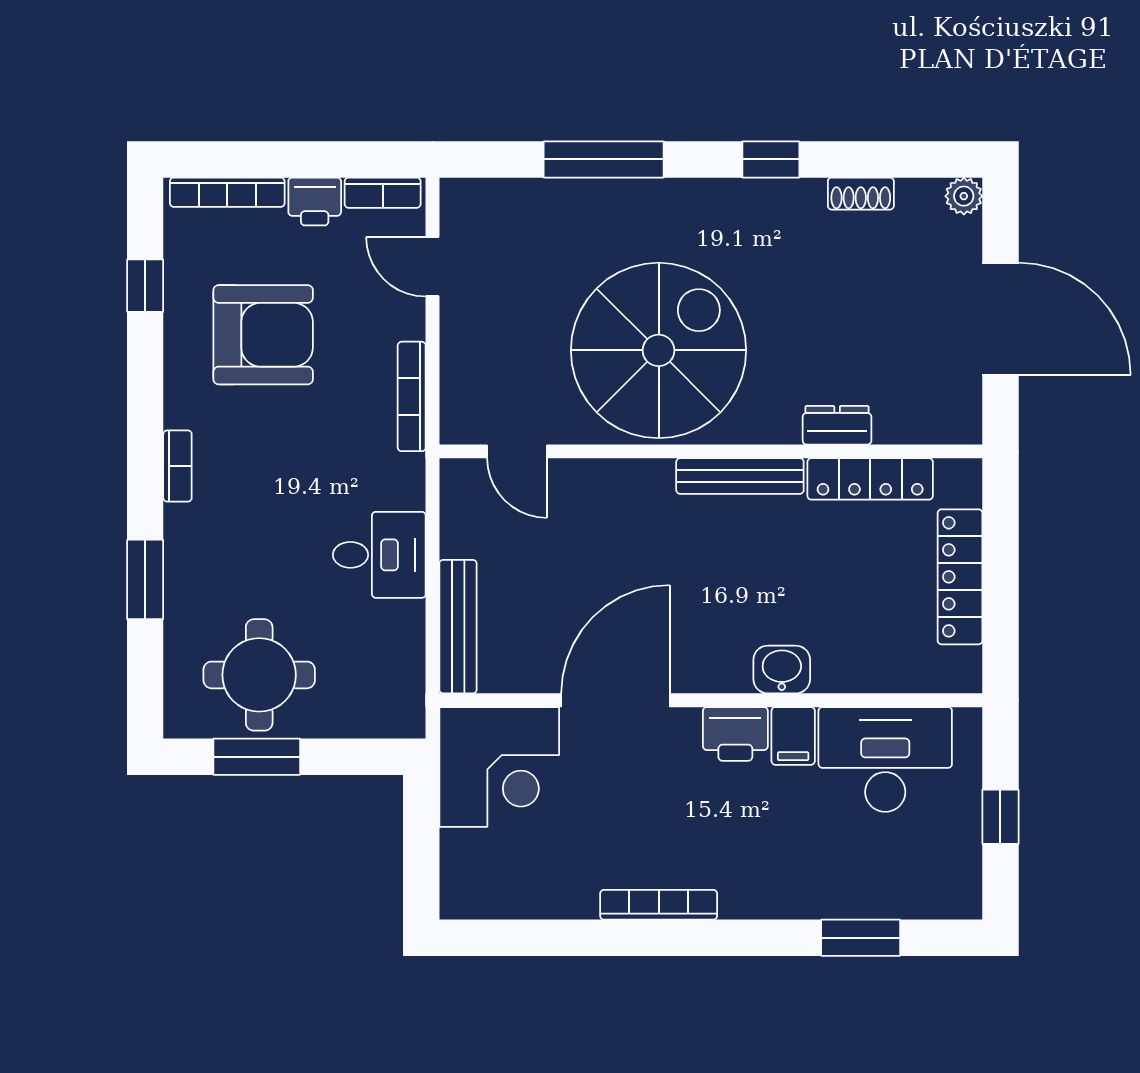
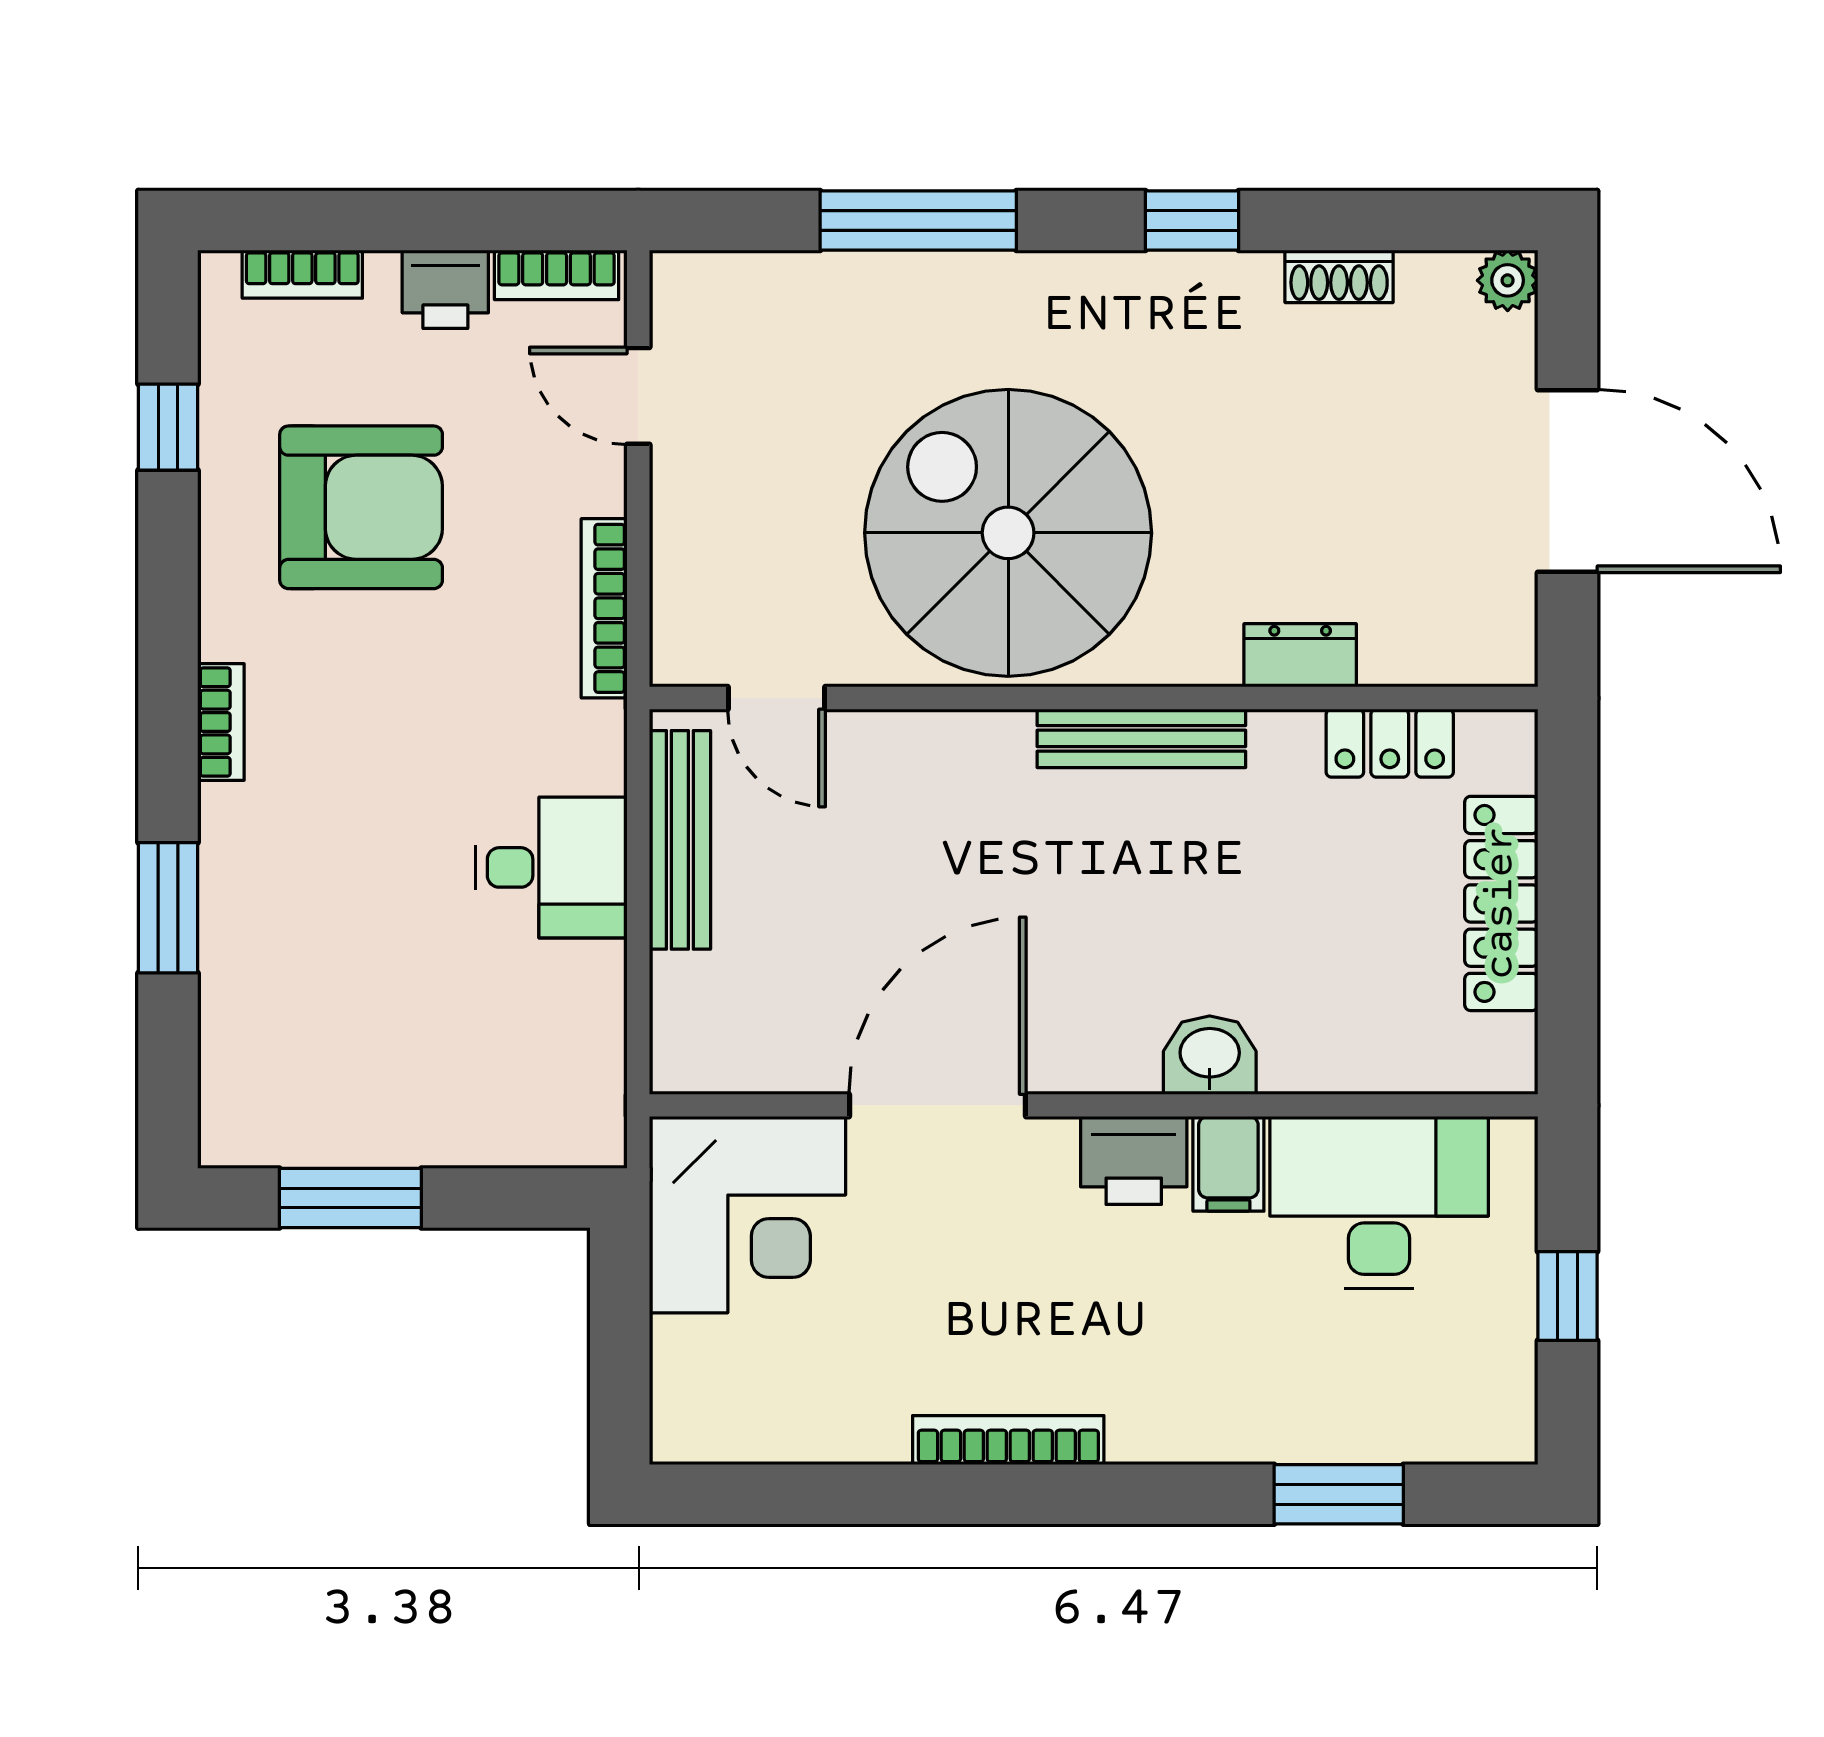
bookcase: (227, 192) -> (302, 274), width x0.64
spiral stairs: (659, 350) -> (1008, 533), turned -90
locker: (870, 479) -> (1390, 743), width x0.66
bench: (458, 627) -> (680, 840), moved
round table: (259, 675) -> (355, 1064), removed

